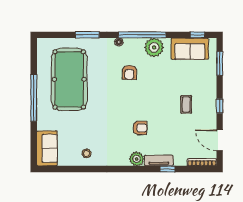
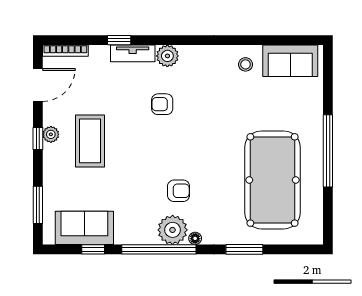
window: (198, 35) -> (93, 249), moved
plant: (154, 47) -> (173, 230), moved
armchair: (129, 72) -> (179, 191), turned 88
coffee table: (186, 104) -> (90, 141), width x1.86, depth x1.72
plant: (211, 109) -> (51, 134), added
door: (220, 140) -> (38, 85), hinge flipped
sofa: (47, 148) -> (290, 61), moved, turned -90

